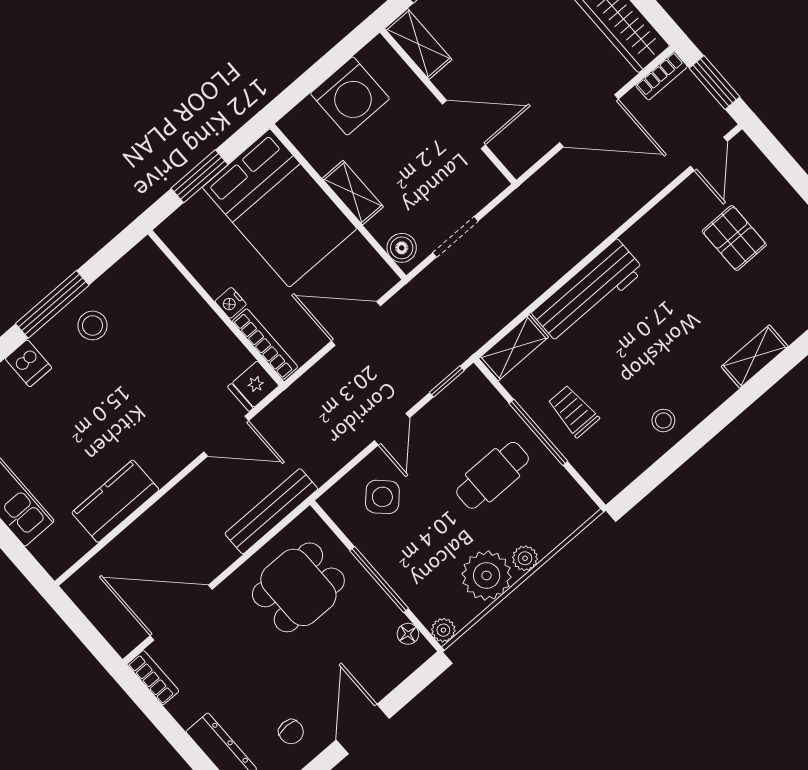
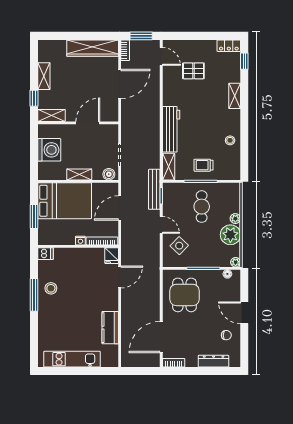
dishwasher: (28, 363) -> (45, 254), moved
bench: (271, 511) -> (154, 189), moved

